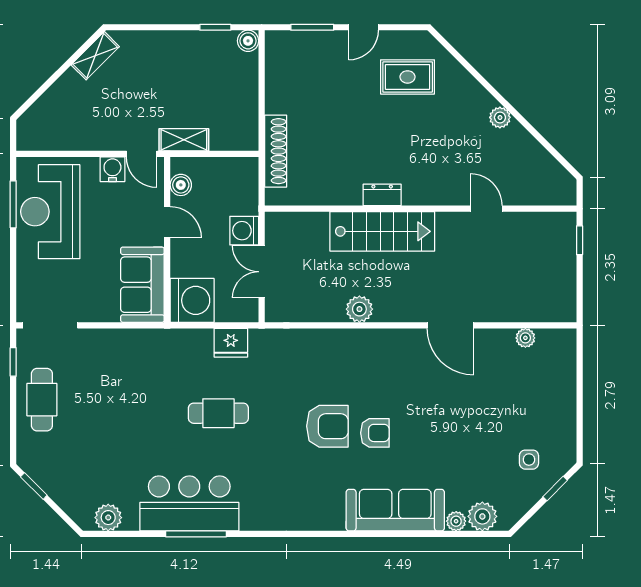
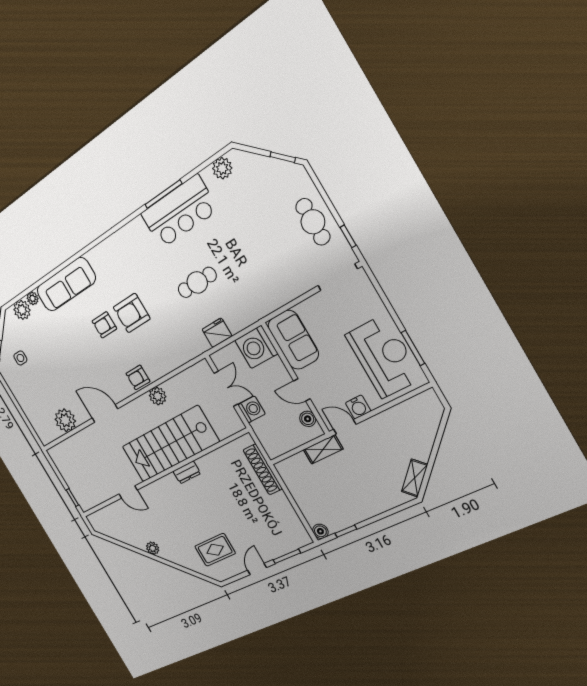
stairs: (382, 231) -> (170, 444), width x1.36, depth x1.51
plant: (525, 338) -> (65, 420), width x1.88, depth x1.88
armchair: (372, 346) -> (138, 377), added

